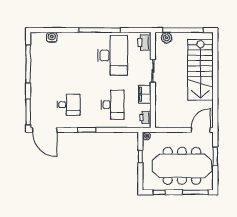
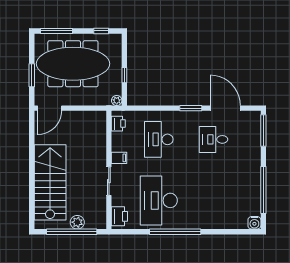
water cooler: (52, 37) -> (254, 223), moved
plant: (167, 38) -> (77, 222), moved
filing cabinet: (145, 94) -> (119, 158), width x0.50
door: (45, 130) -> (225, 108), moved

